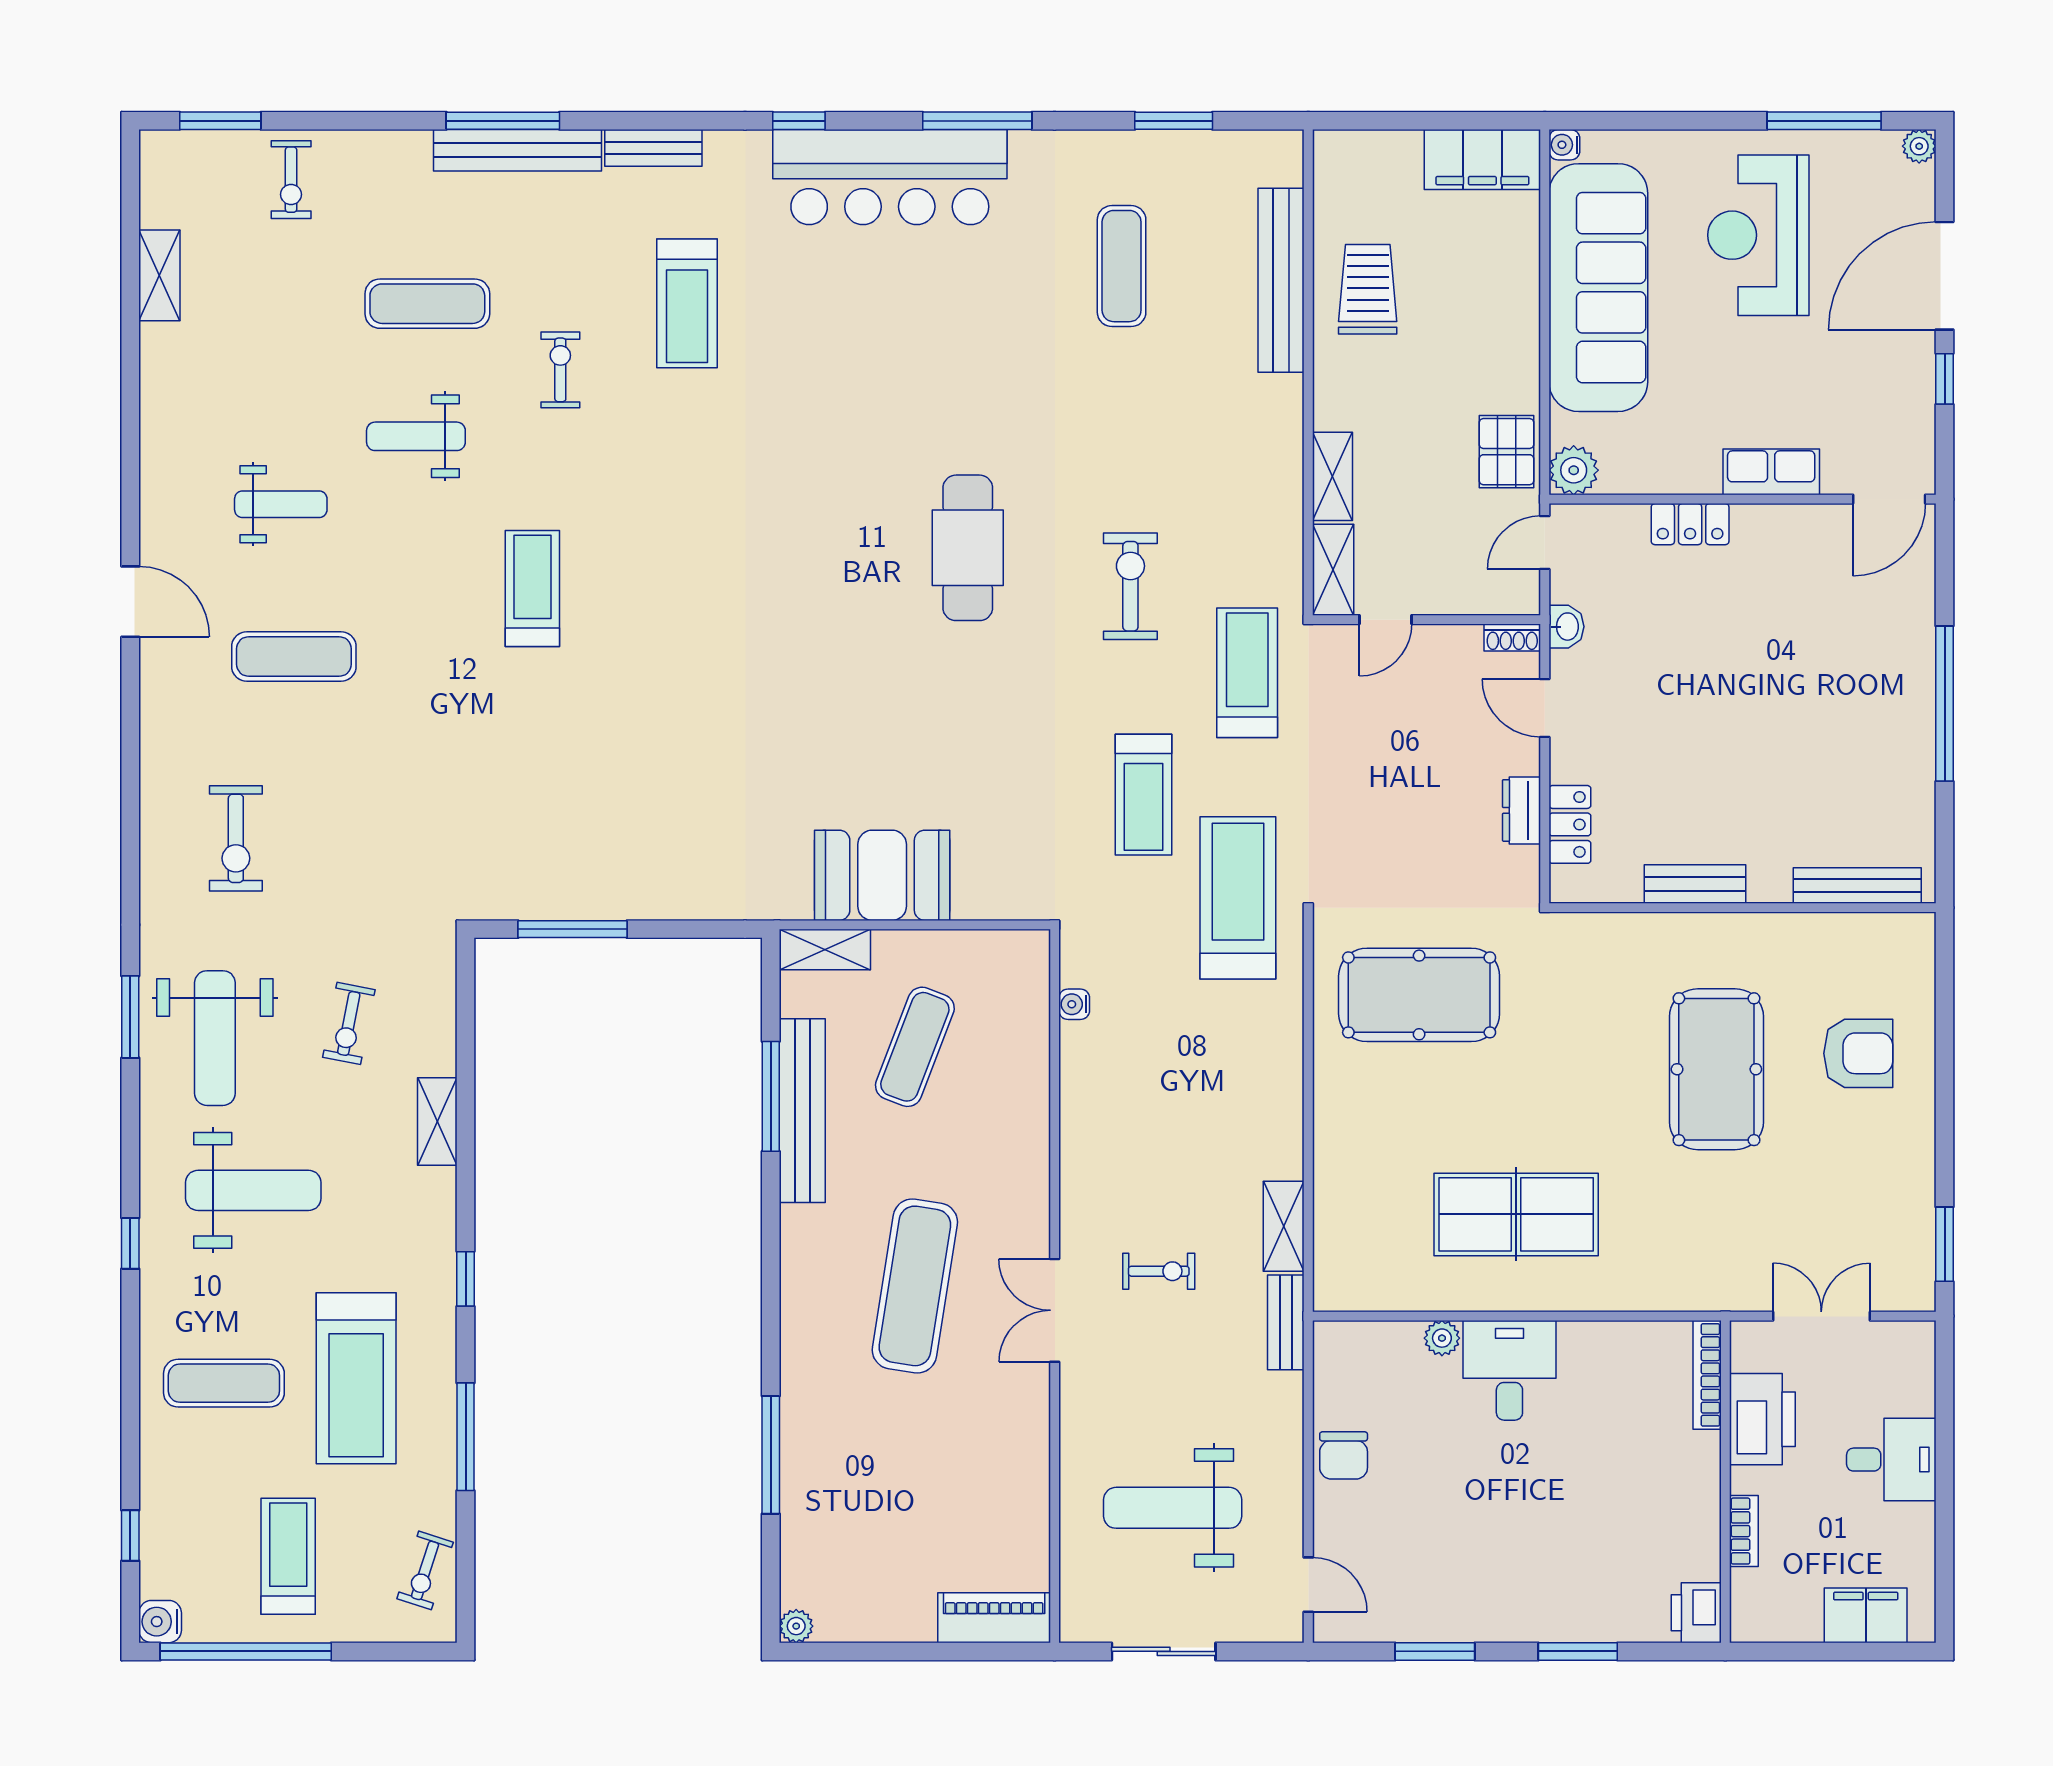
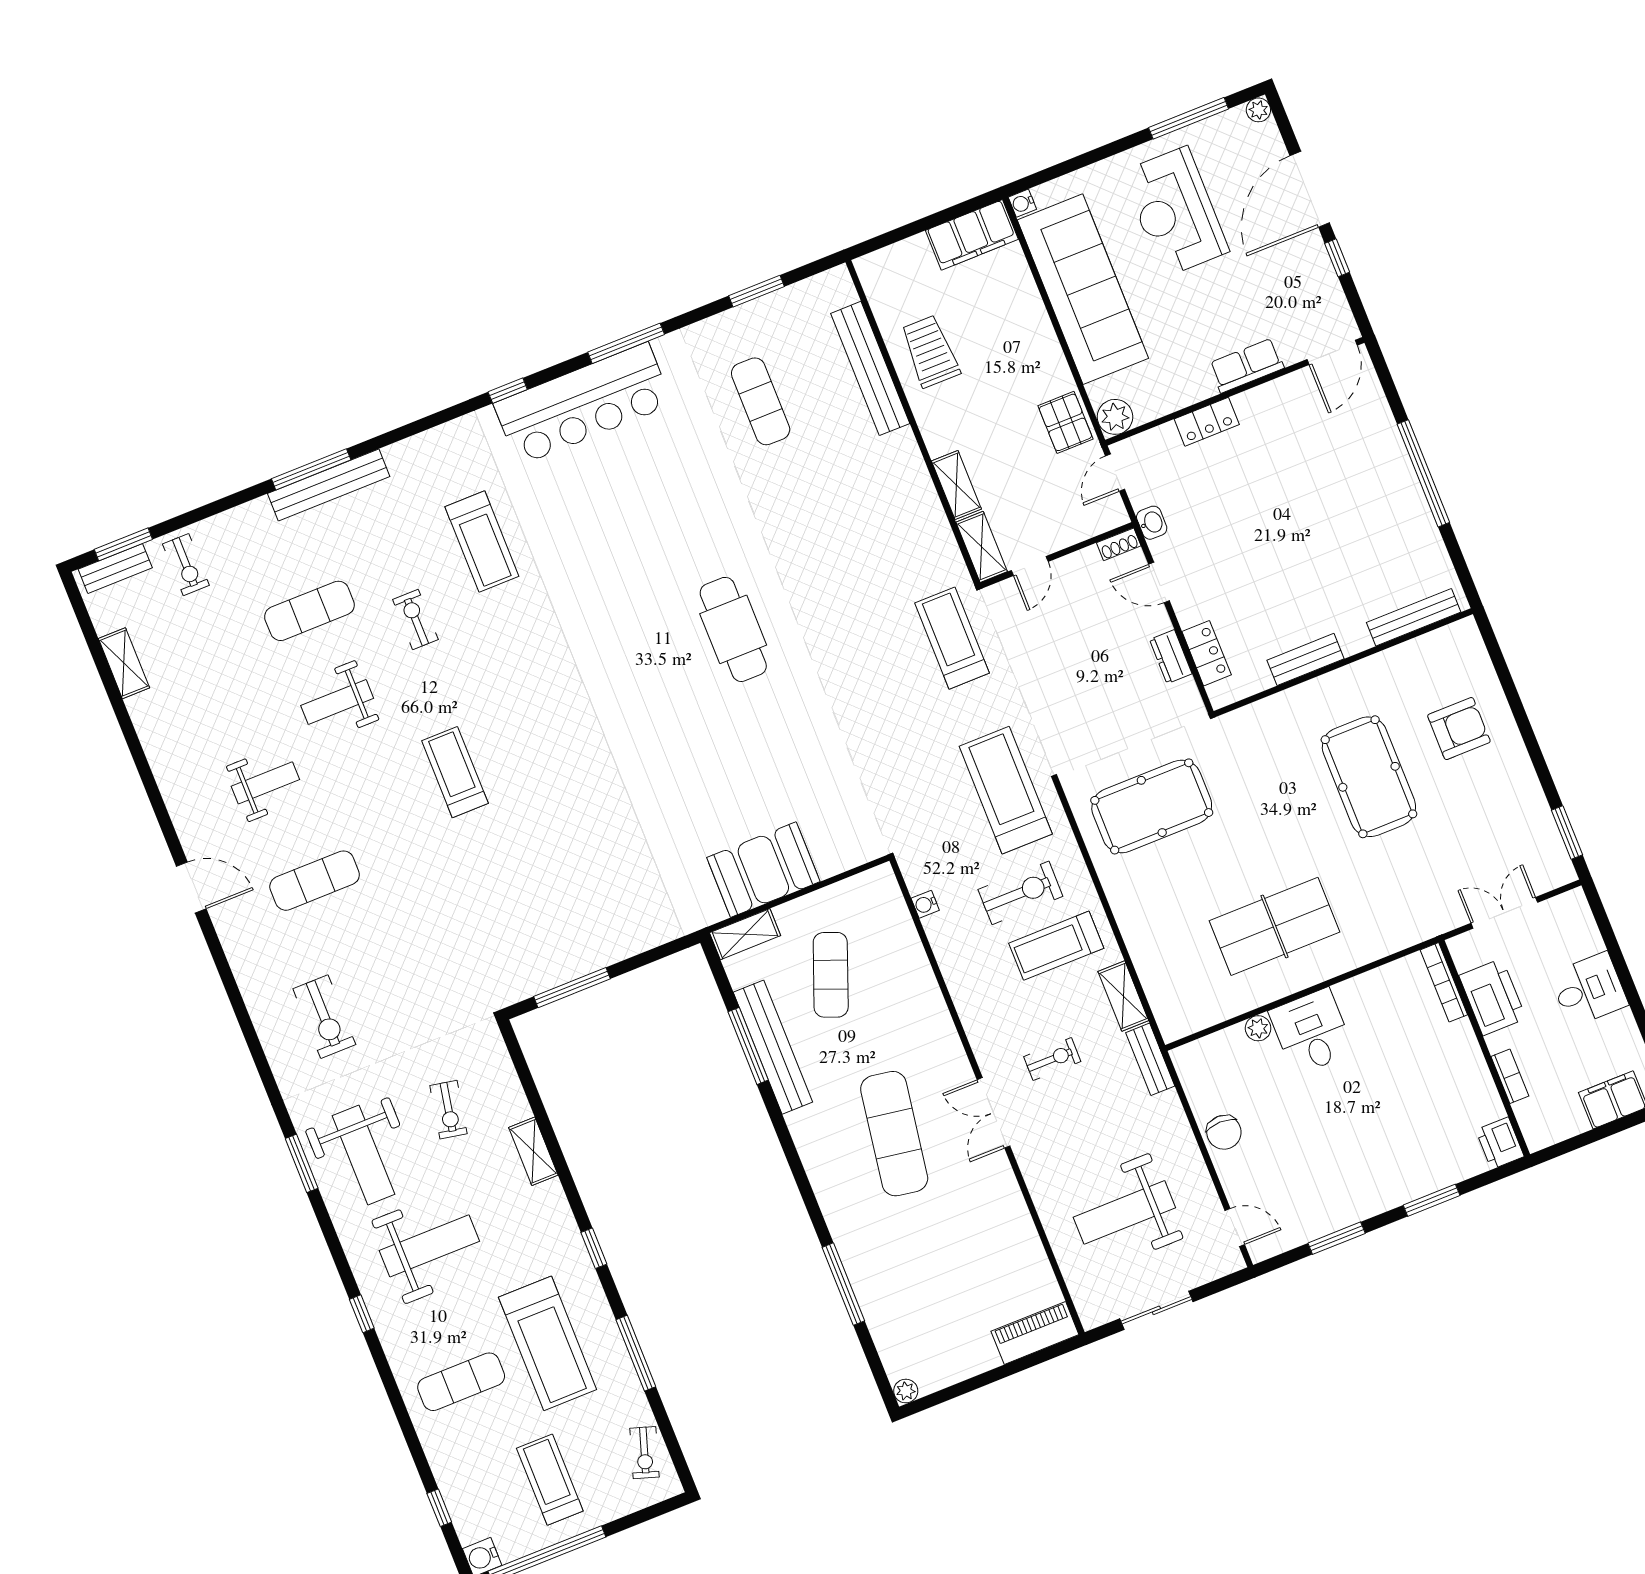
bench: (653, 148) -> (115, 569), moved
exercise bike: (1130, 586) -> (1020, 893), moved, turned 90
treadmill: (1144, 795) -> (1056, 946), moved, turned 90

